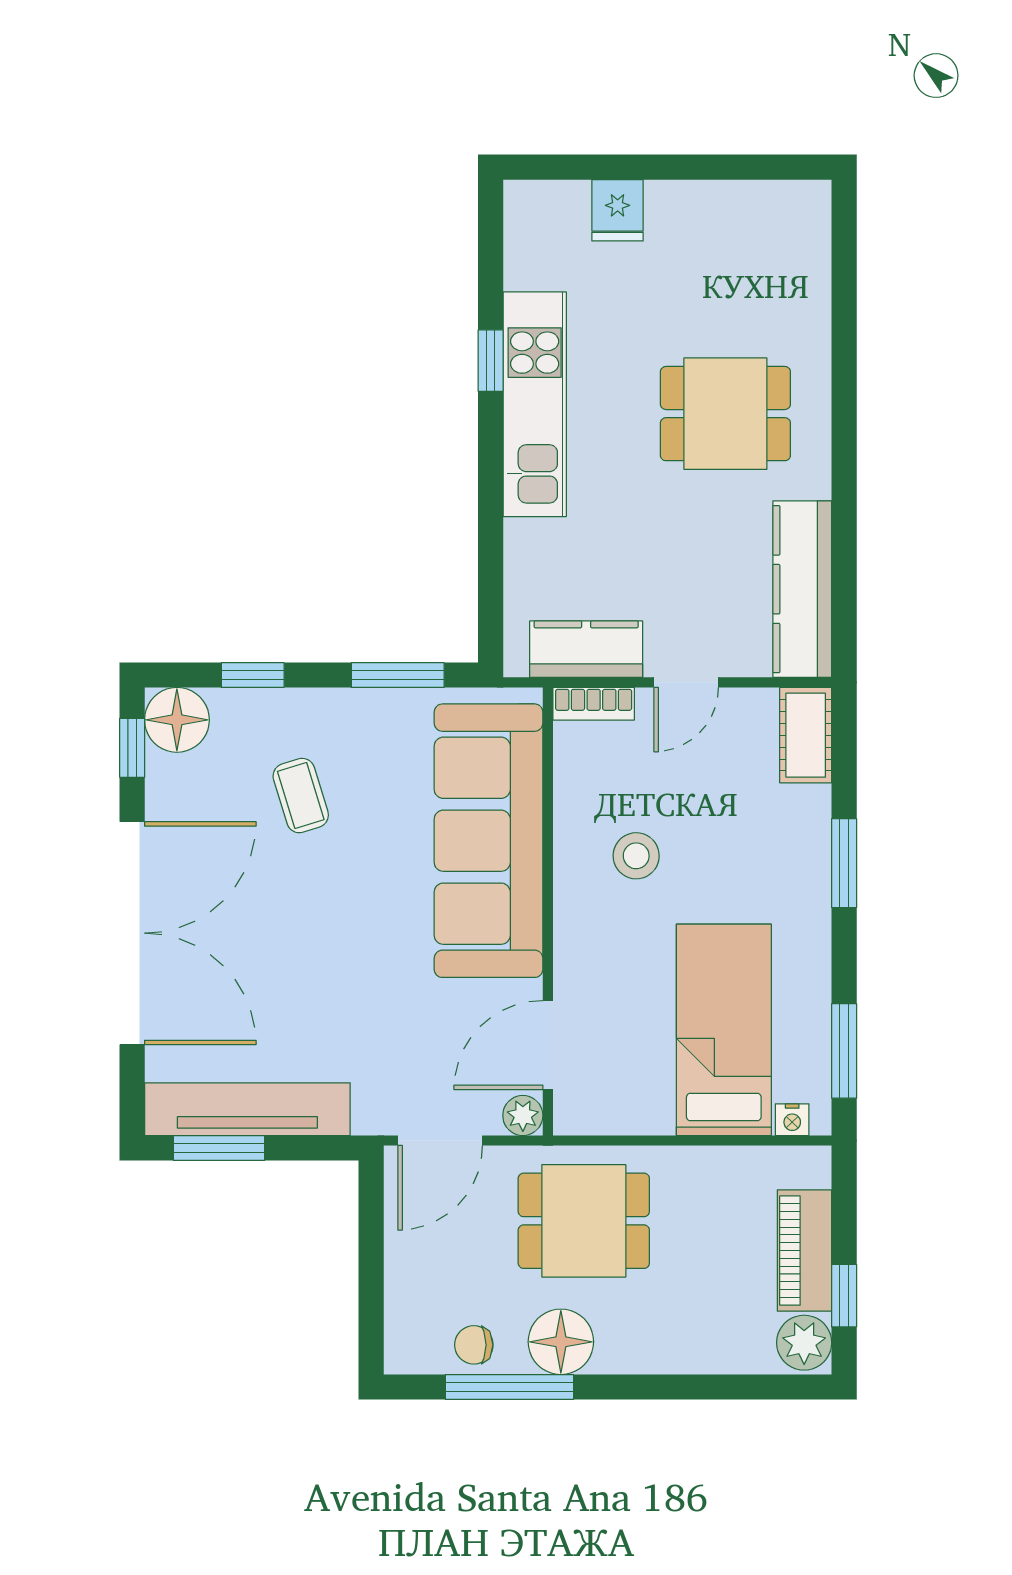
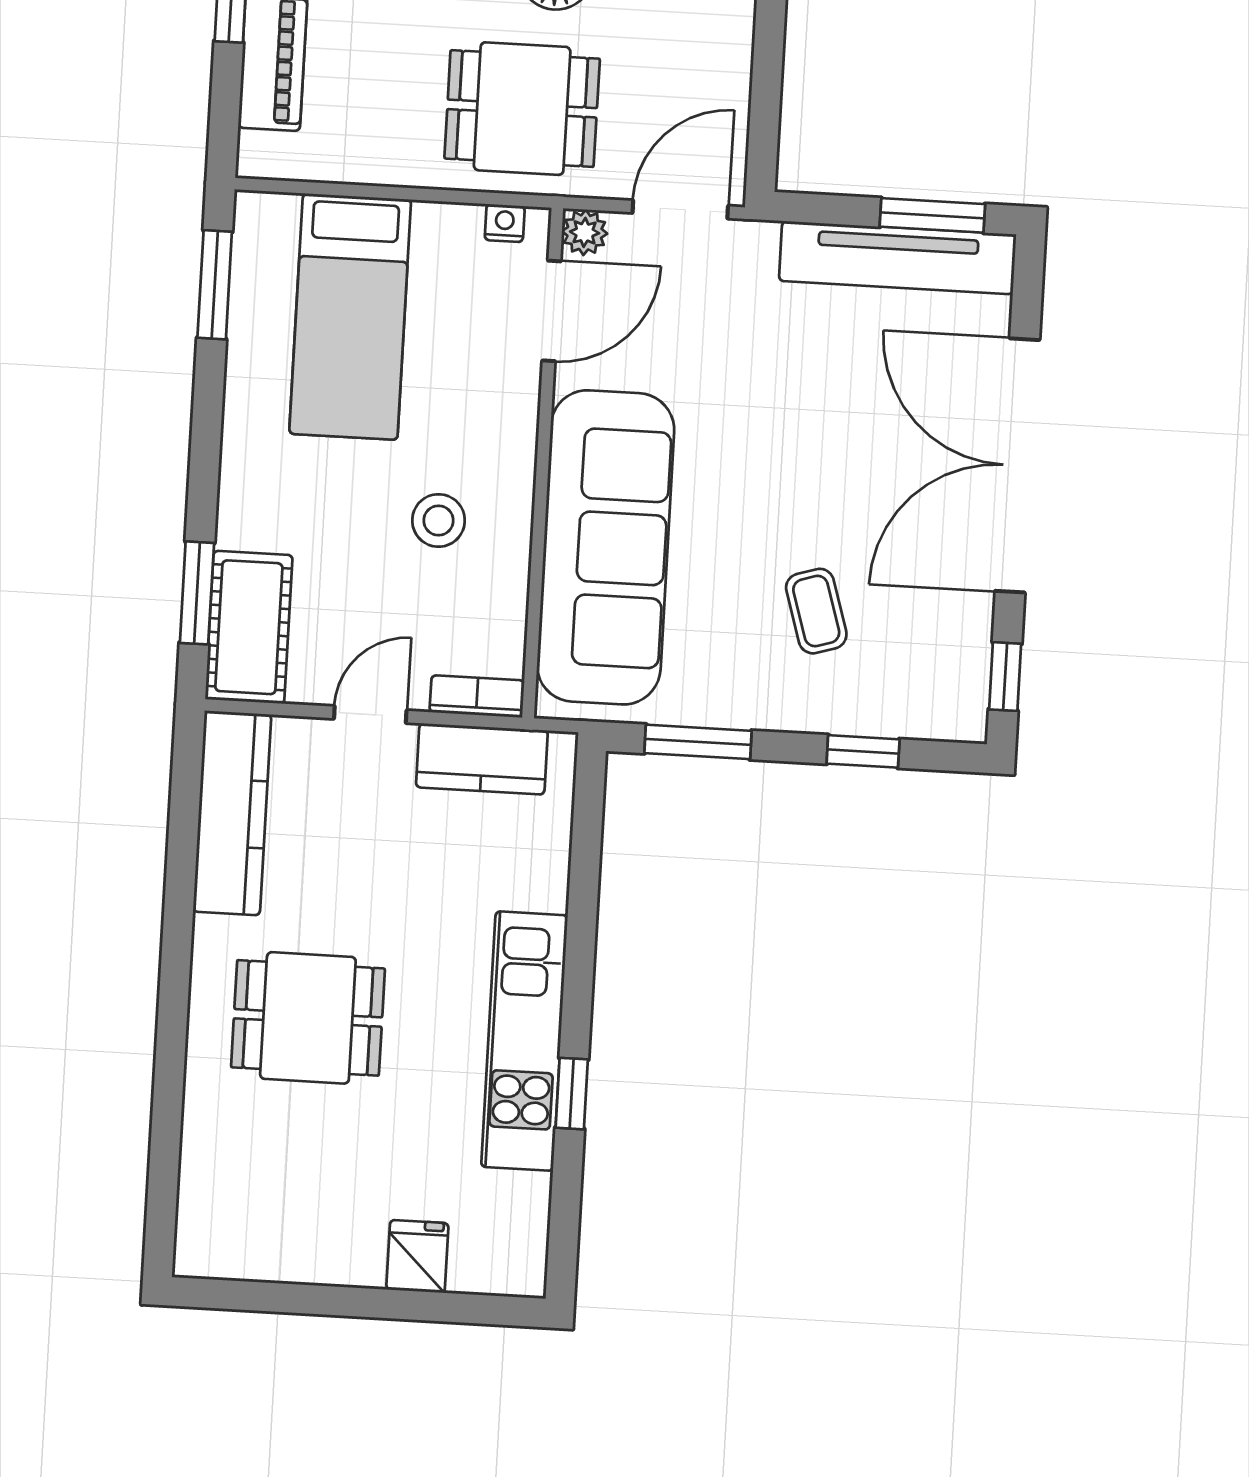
floor lamp: (177, 720) -> (952, 705), removed
cot: (806, 735) -> (249, 627), width x1.37, depth x1.34
window: (844, 863) -> (197, 593), moved
nightstand: (792, 1120) -> (505, 223), moved

